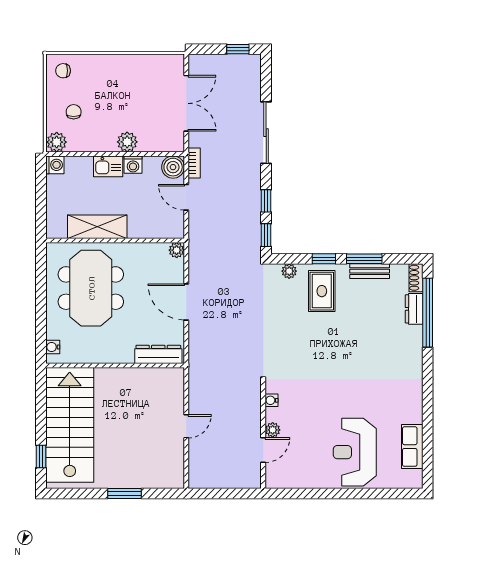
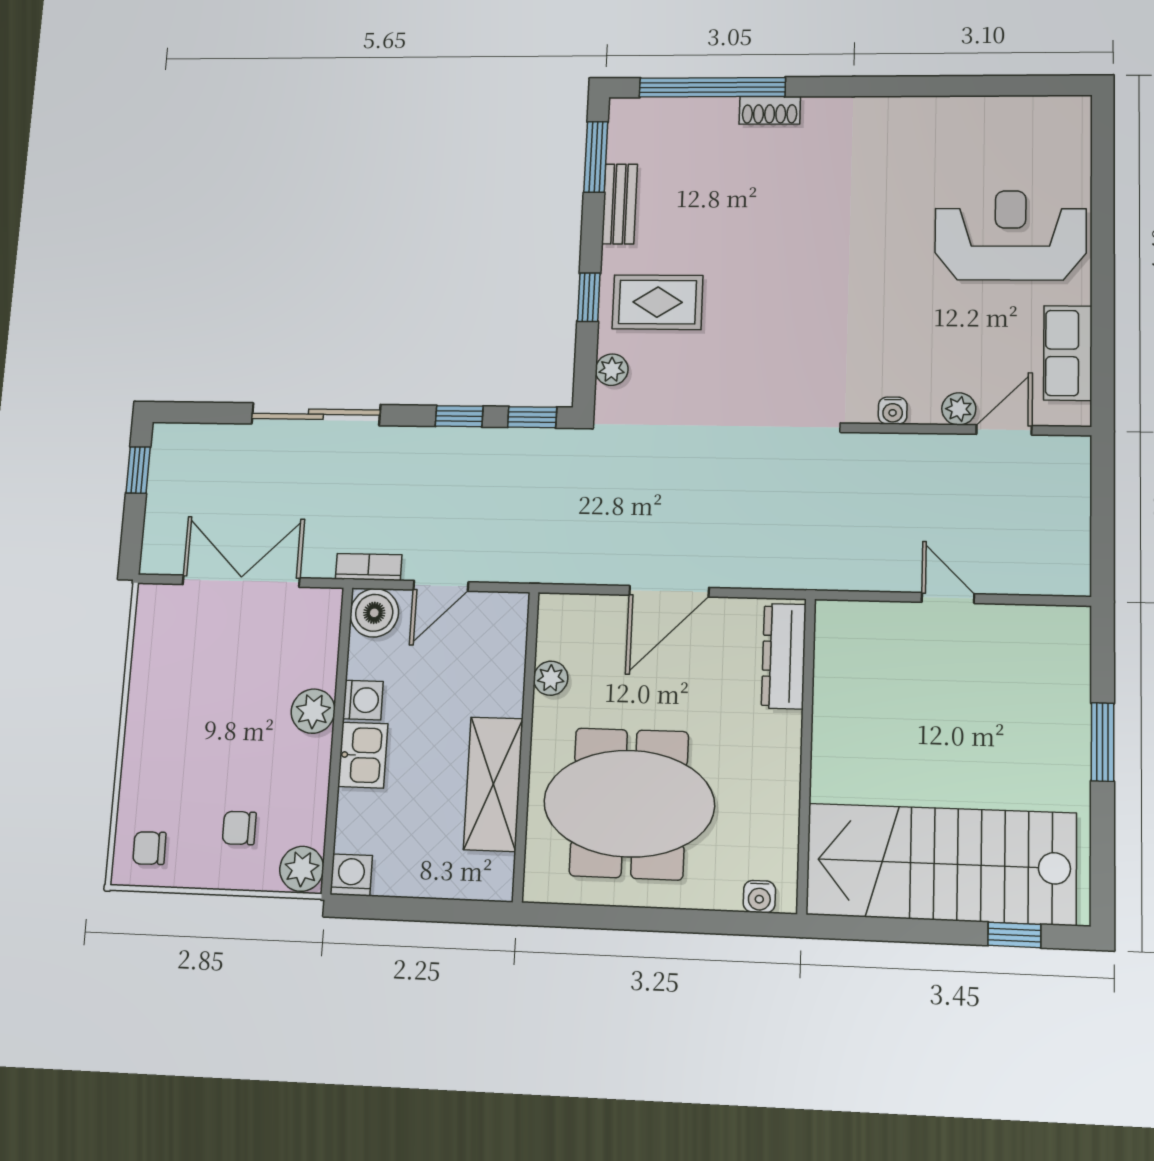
chair: (63, 71) -> (149, 848), turned 89
plant: (177, 250) -> (551, 678), moved
window: (364, 259) -> (596, 157), moved
shoe rack: (416, 278) -> (770, 110), moved
dresser: (414, 309) -> (703, 114), removed
row of seats: (412, 447) -> (1068, 353), moved, turned 90
door: (263, 450) -> (1004, 430), hinge flipped
reception desk: (355, 452) -> (1010, 235), turned 180

